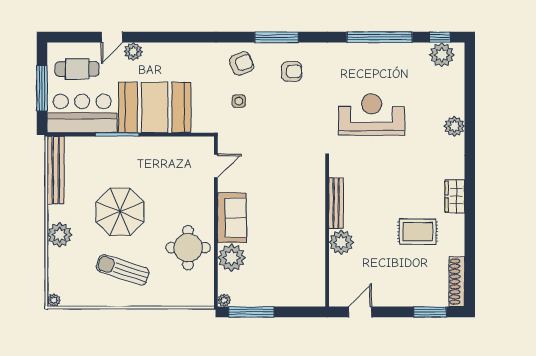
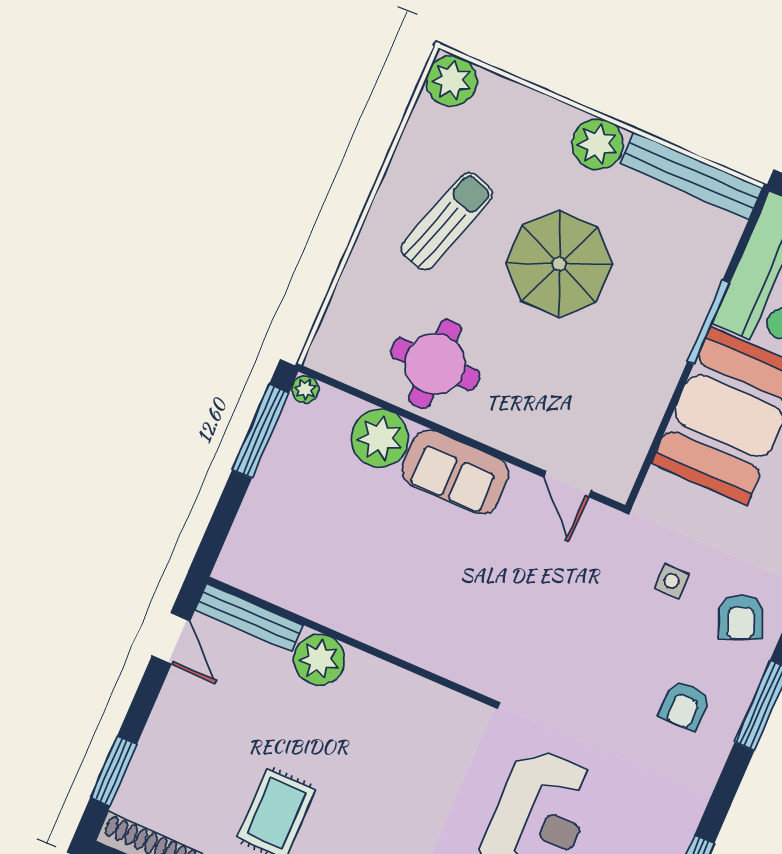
bench: (336, 203) -> (249, 618), moved
plant: (60, 235) -> (598, 144), moved
plant: (54, 300) -> (452, 81), width x1.88, depth x1.88

